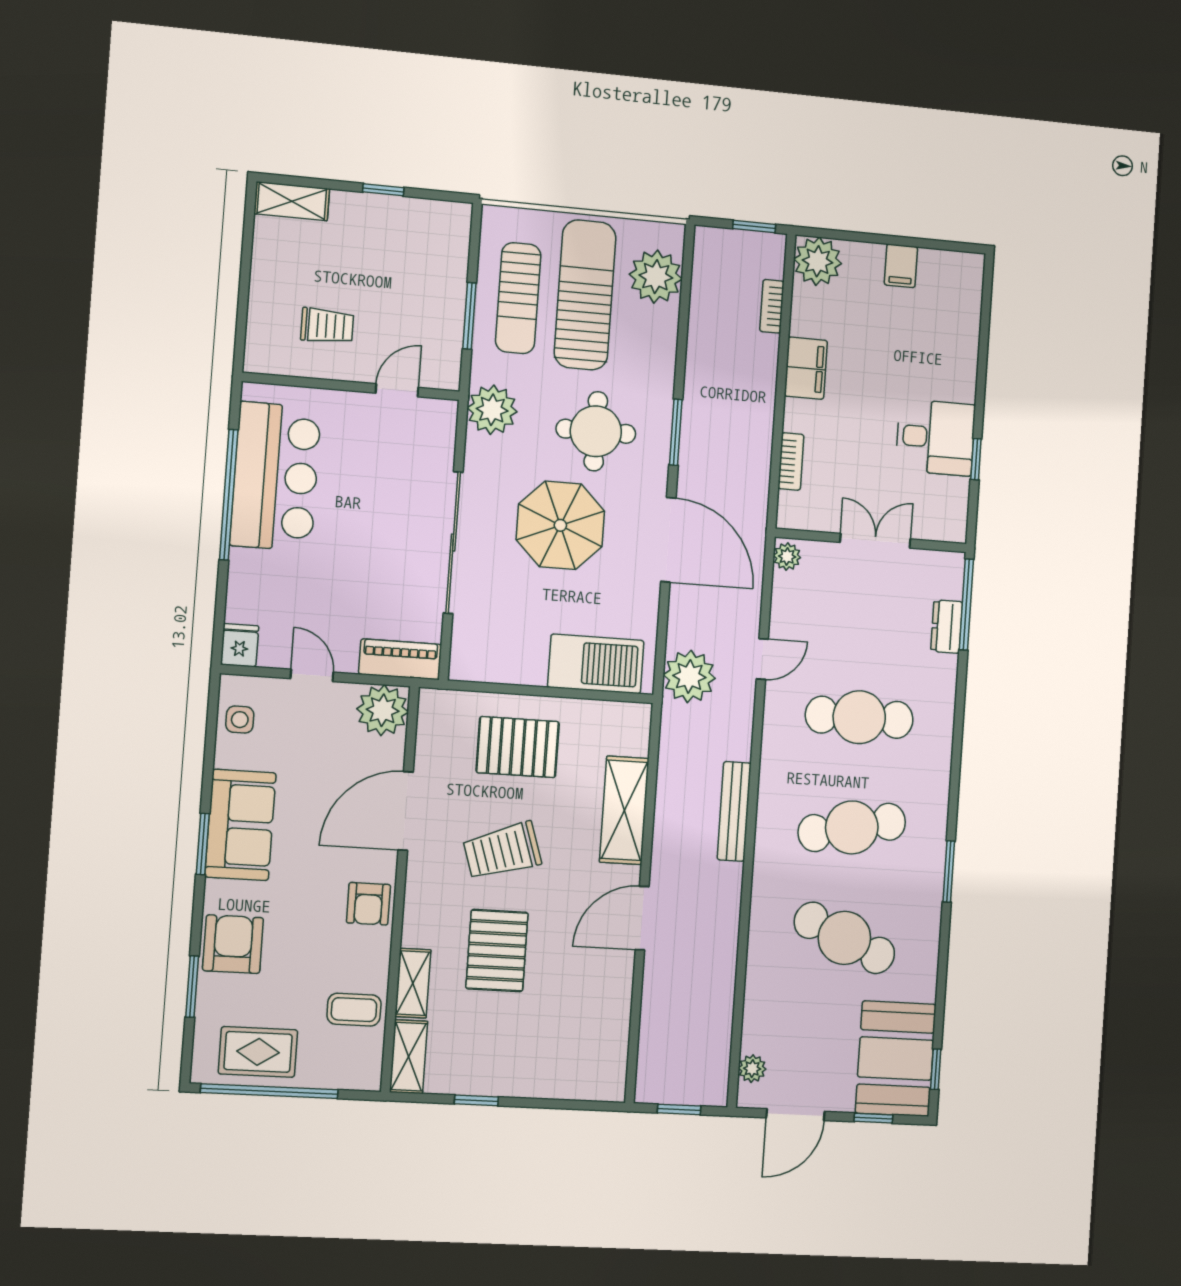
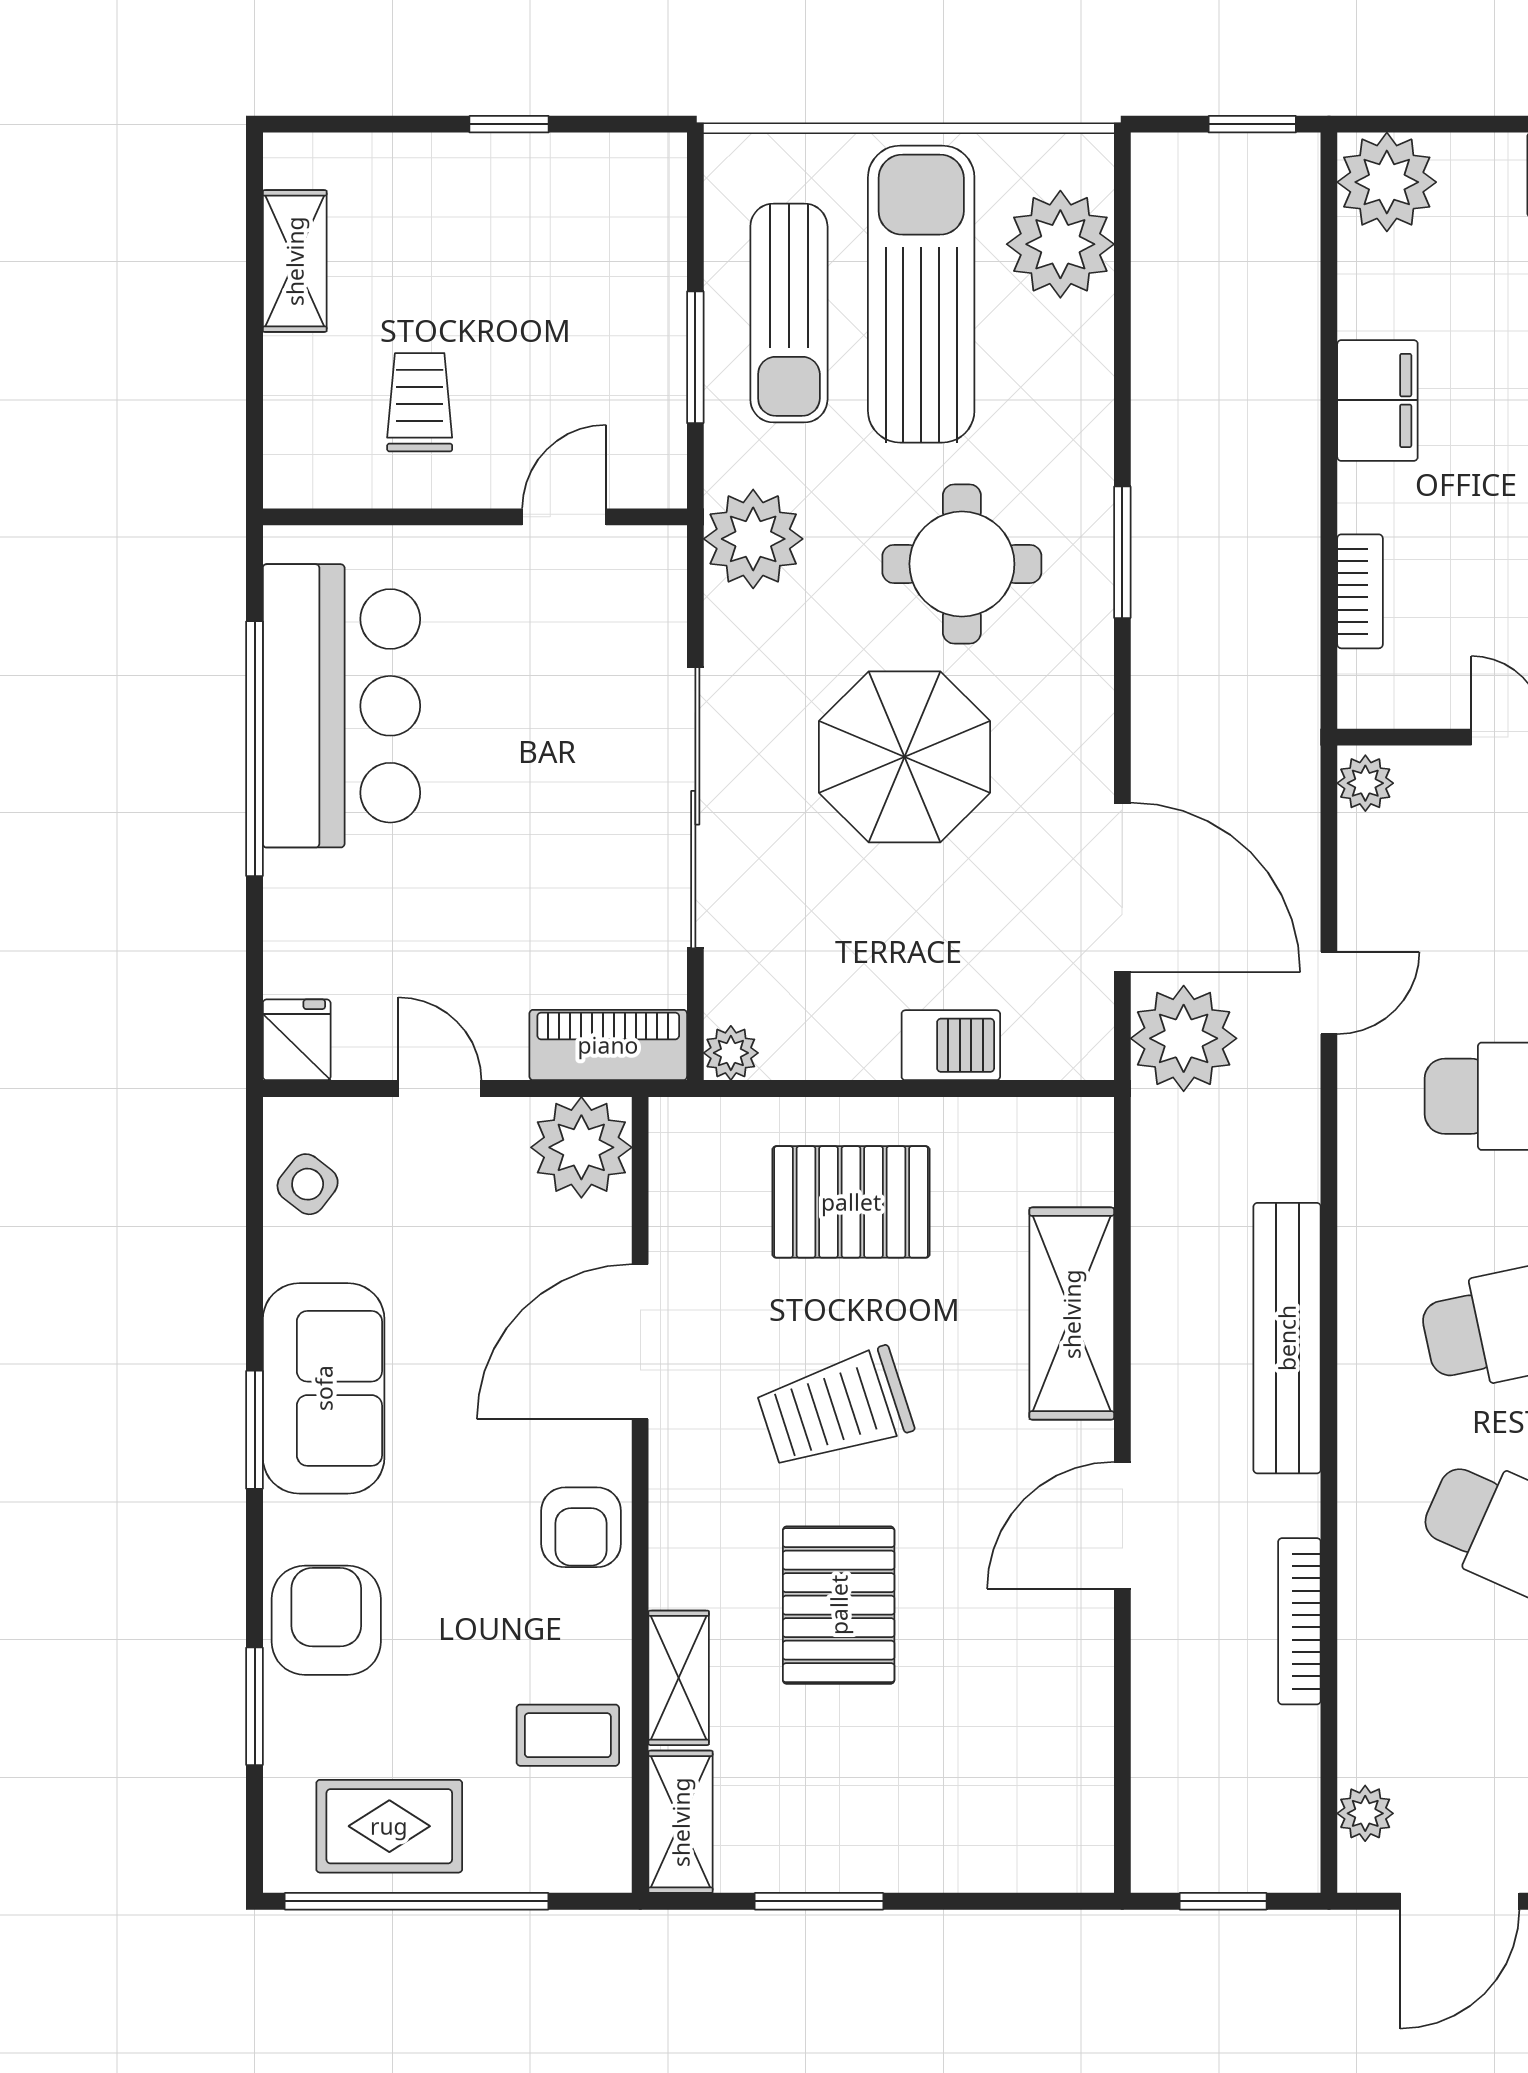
shelving: (292, 201) -> (295, 261), moved, turned 90
bookcase: (772, 306) -> (1299, 1621), moved, width x1.56
trolley: (327, 326) -> (420, 402), turned -90
door: (668, 540) -> (1122, 887), moved
barbecue: (596, 664) -> (951, 1045), width x0.53, depth x0.65
plant: (462, 668) -> (731, 1053), added
side table: (240, 720) -> (308, 1184), turned 38
bench: (734, 811) -> (1287, 1338), width x1.37, depth x1.21
window: (476, 1100) -> (819, 1901), width x1.50

